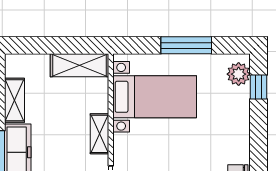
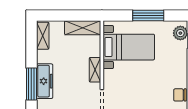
shelving: (14, 100) -> (43, 36), moved

